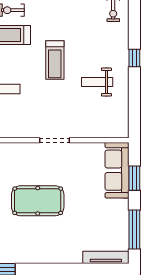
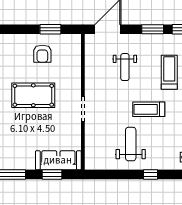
weight bench: (97, 82) -> (131, 144), width x1.36, depth x1.33
pool table: (38, 201) -> (33, 95), turned 90

